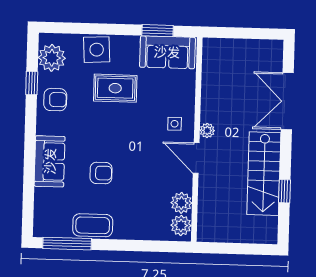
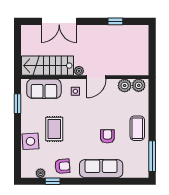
sofa: (167, 52) -> (44, 89), moved, turned 90
plant: (52, 58) -> (40, 173), width x0.53, depth x0.53
armchair: (55, 100) -> (62, 166), turned 86
sofa: (50, 161) -> (101, 169), width x1.36
stairs: (264, 174) -> (47, 66), moved, turned 180
coffee table: (93, 225) -> (137, 128), moved

